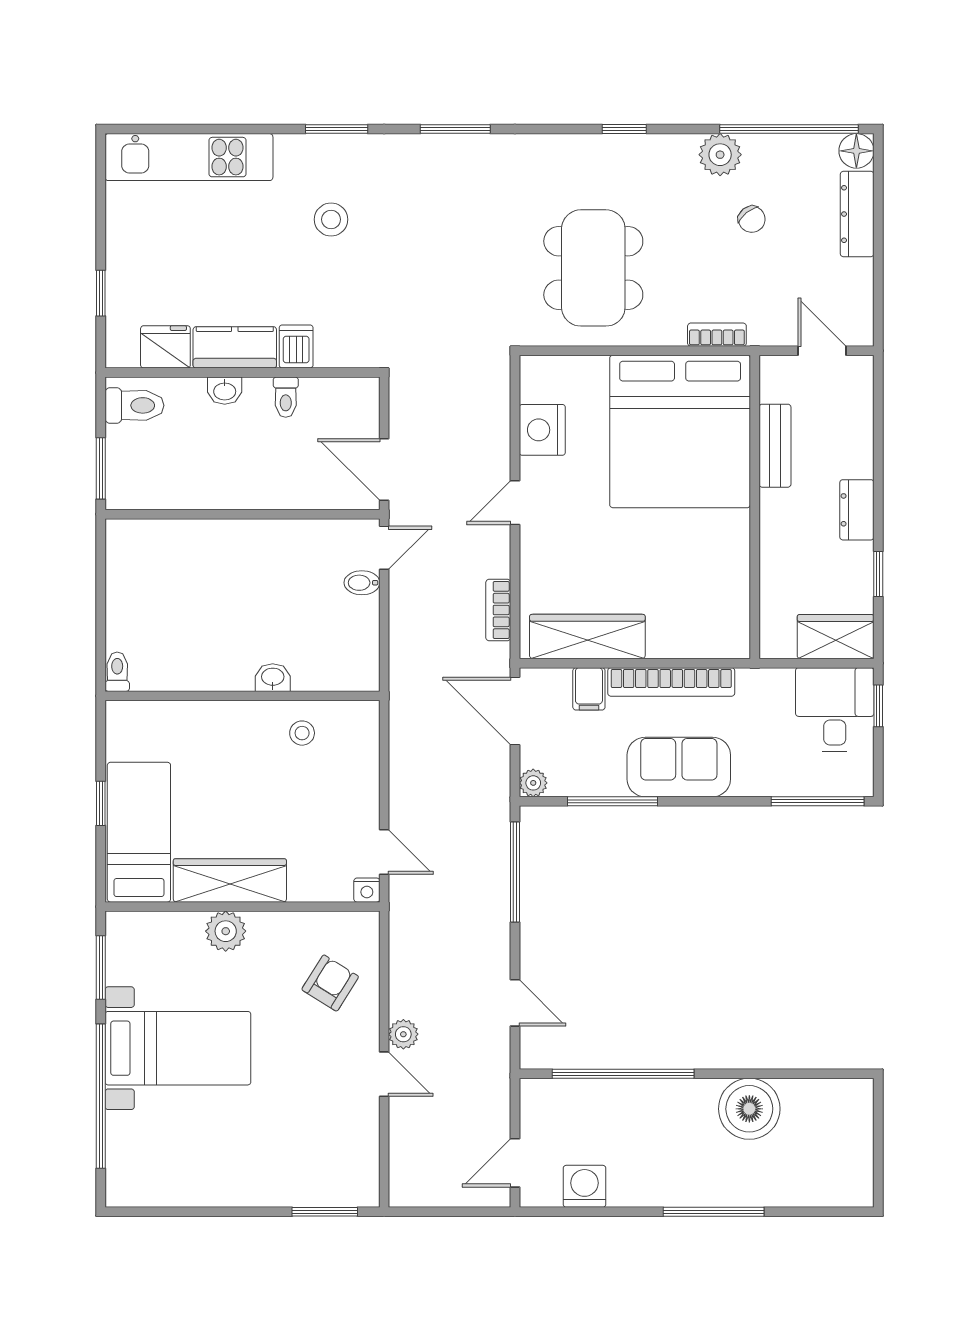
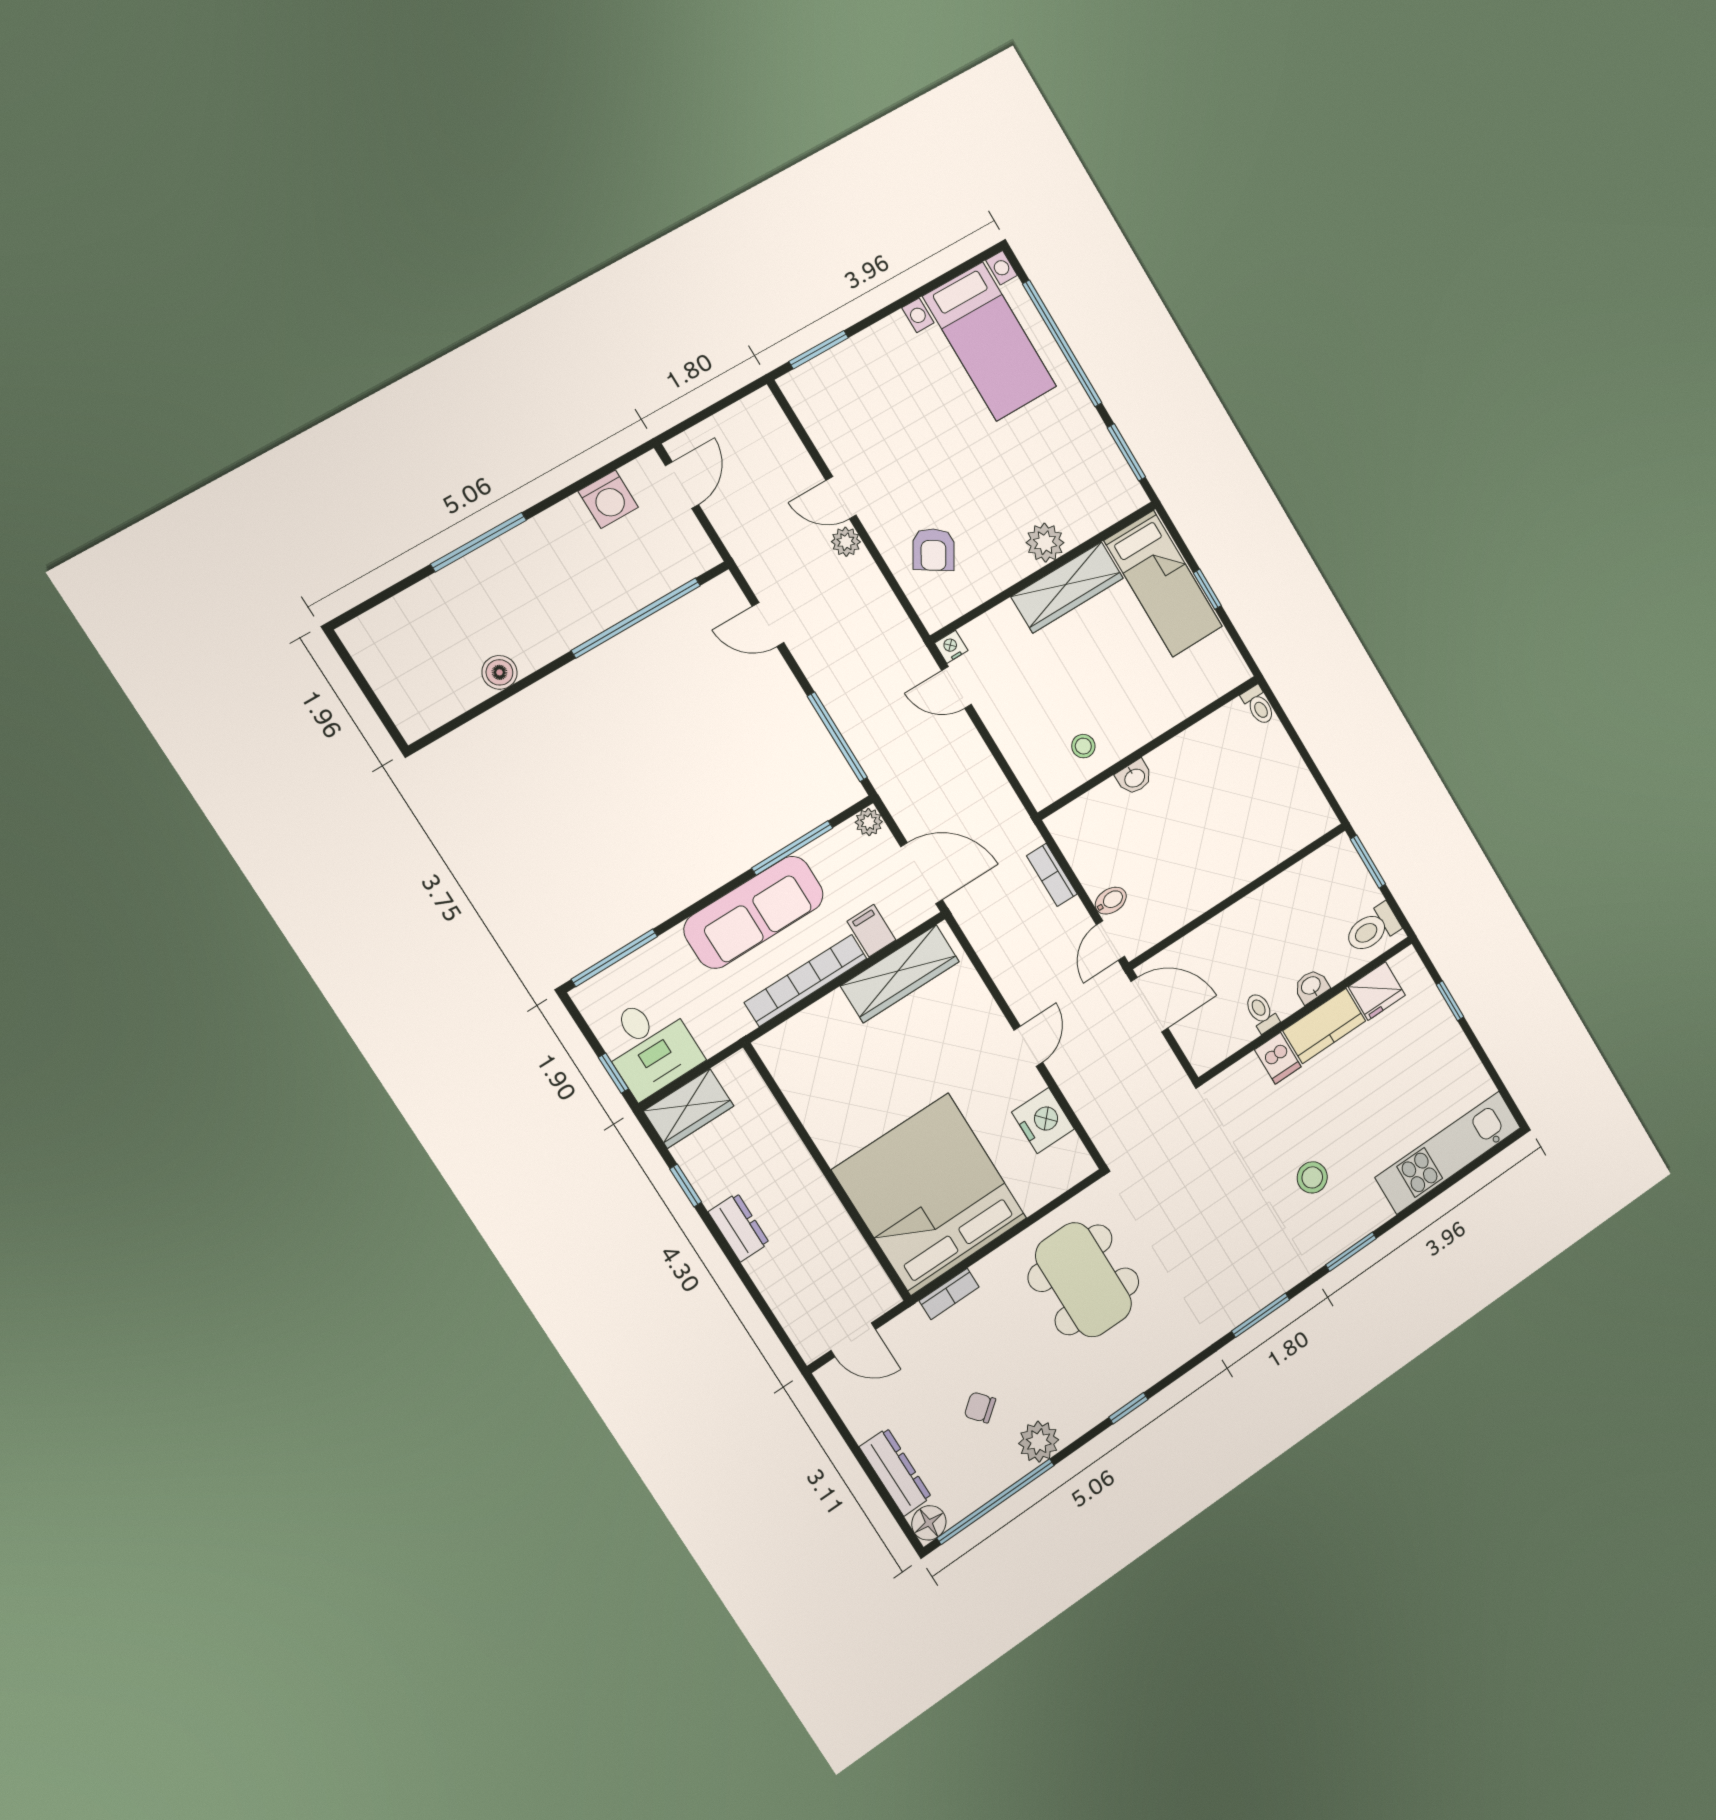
bench: (775, 446) -> (843, 1235), removed
bookcase: (498, 610) -> (1052, 875), moved, turned 180
sofa: (679, 767) -> (754, 912), width x1.36
bed with nightstands: (178, 1048) -> (990, 342), moved, turned -90
boiler: (749, 1109) -> (499, 672), width x0.54, depth x0.54

